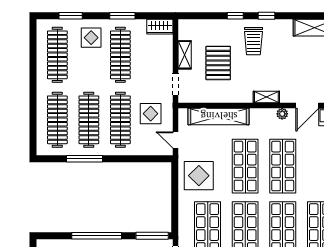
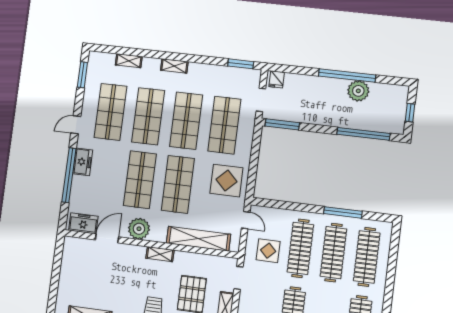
shelving: (266, 97) -> (160, 254), moved
plant: (282, 114) -> (139, 229), width x1.87, depth x1.87
window: (97, 236) -> (363, 134), moved

